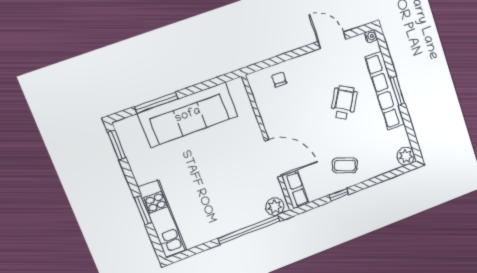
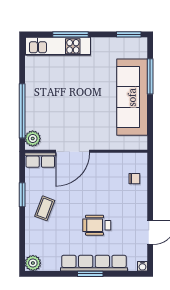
wheelchair: (344, 103) -> (97, 225), turned 150
window: (339, 195) -> (22, 195), width x1.50
window: (143, 210) -> (71, 34), width x1.44

